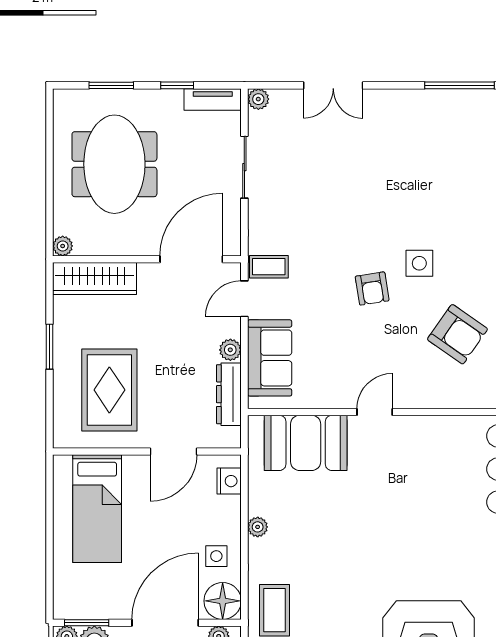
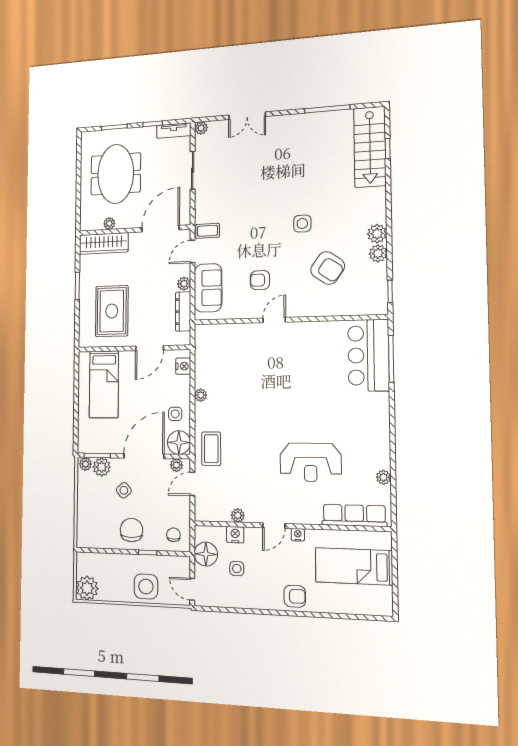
plant: (63, 246) -> (109, 224), moved
armchair: (372, 288) -> (260, 280), moved, turned 99
booth: (306, 443) -> (231, 341), removed

